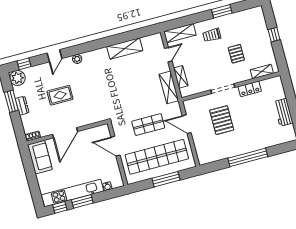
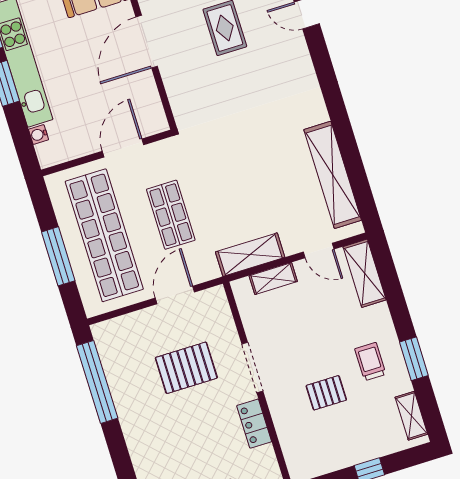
trolley: (212, 35) -> (370, 362), moved
shelving: (125, 49) -> (333, 175), width x1.47
plant: (77, 59) -> (302, 61), removed
shelving: (262, 72) -> (411, 416), moved
door: (65, 133) -> (147, 42), hinge flipped
window: (248, 157) -> (97, 382), moved

